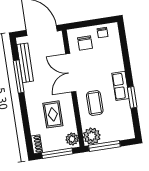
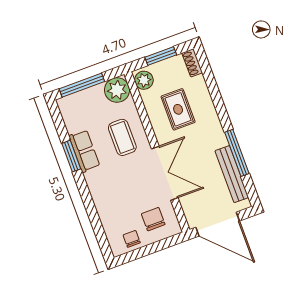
row of seats: (121, 86) -> (84, 151), moved
window: (104, 146) -> (82, 85), moved
window: (57, 153) -> (161, 56), width x0.69

